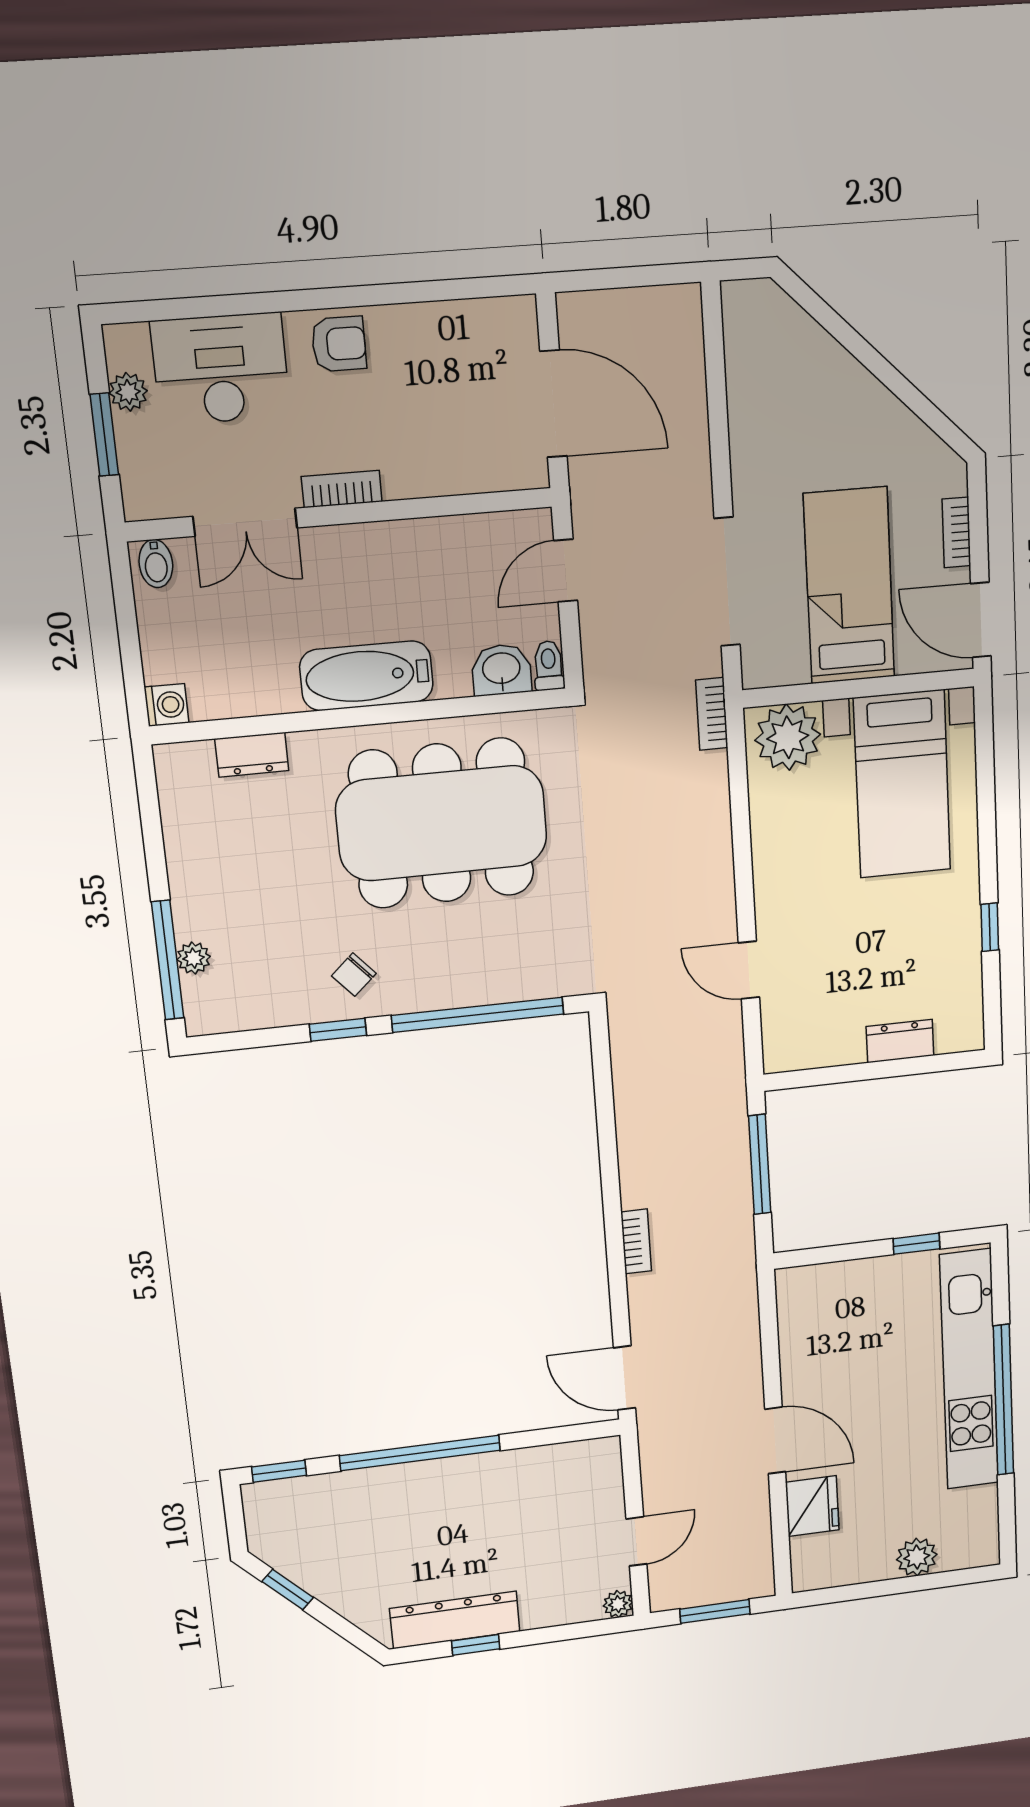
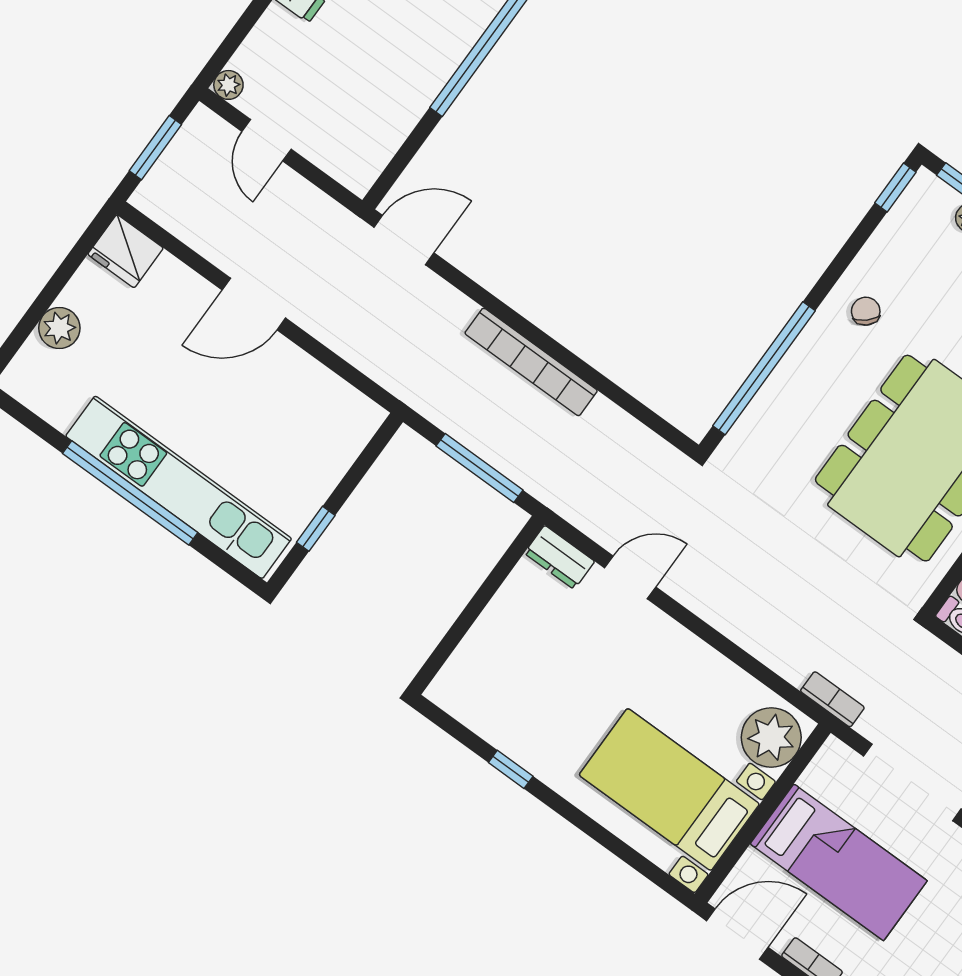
window: (338, 1030) -> (895, 187), moved
dresser: (900, 1041) -> (559, 557), moved, turned 90
bookcase: (636, 1241) -> (531, 362), width x2.31, depth x1.31
fridge: (812, 1506) -> (126, 251), moved

